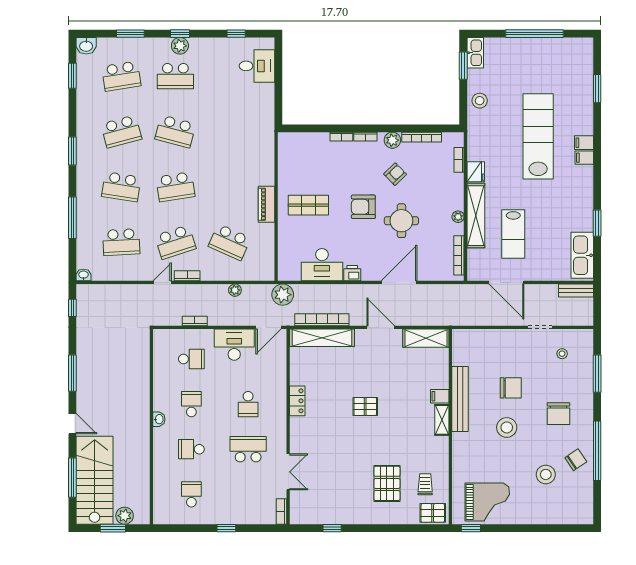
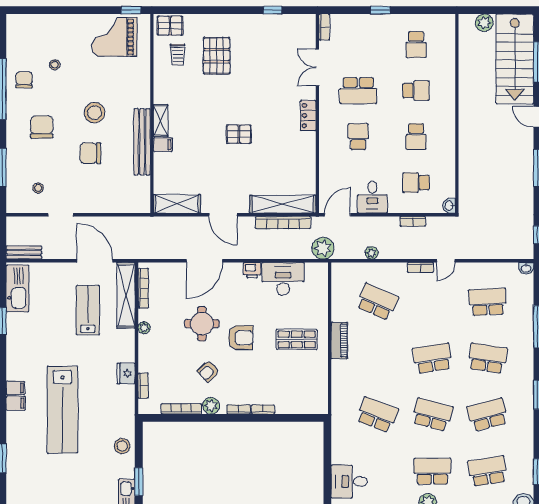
shelving: (476, 216) -> (126, 295), moved
school desk: (175, 242) -> (377, 415), moved, turned 39
desk: (234, 345) -> (372, 197), width x0.73
locker: (297, 401) -> (308, 116), moved
washbasin: (159, 419) -> (449, 206), moved
chair: (576, 460) -> (24, 80), turned 124
stool: (546, 474) -> (55, 65), width x0.53, depth x0.53
window: (113, 528) -> (496, 10), removed

